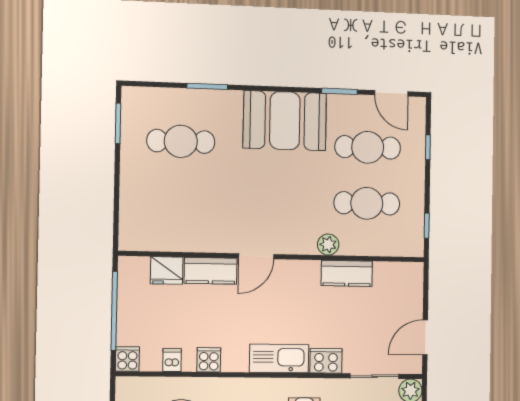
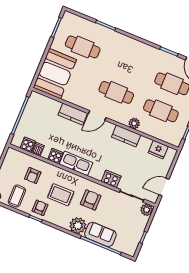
booth: (285, 121) -> (55, 74), moved, turned 90
cafe table: (274, 201) -> (116, 92), added
fridge: (167, 270) -> (158, 150), moved
kitchen counter: (347, 273) -> (126, 136), moved
kitchen sink: (279, 358) -> (76, 163), moved
cooker: (127, 359) -> (28, 145), moved

